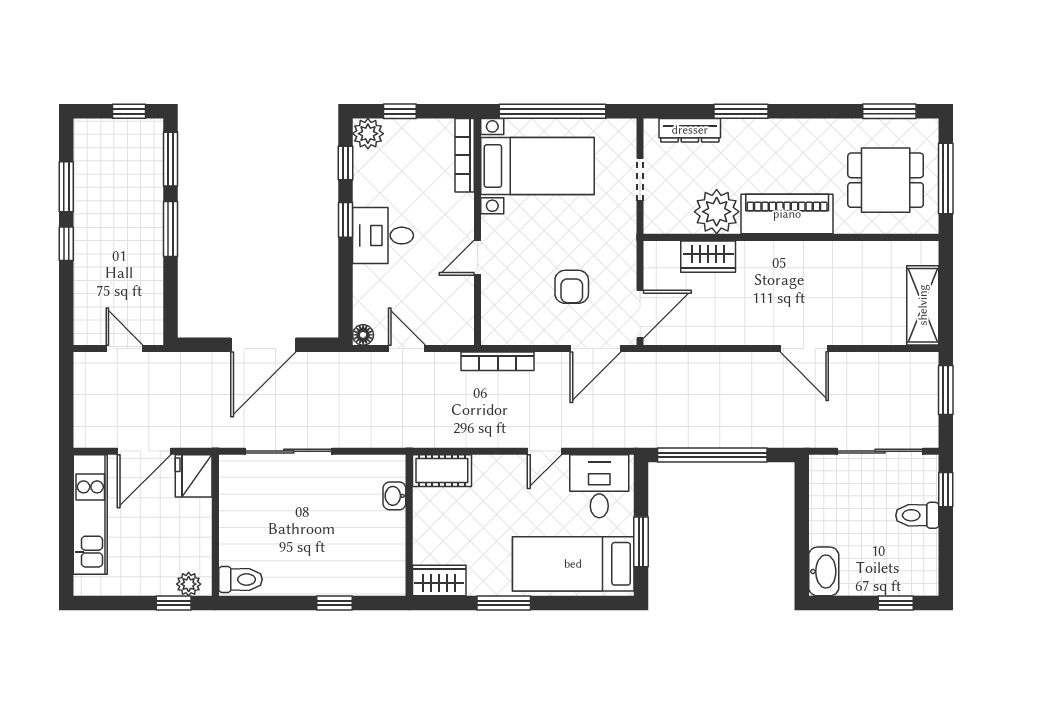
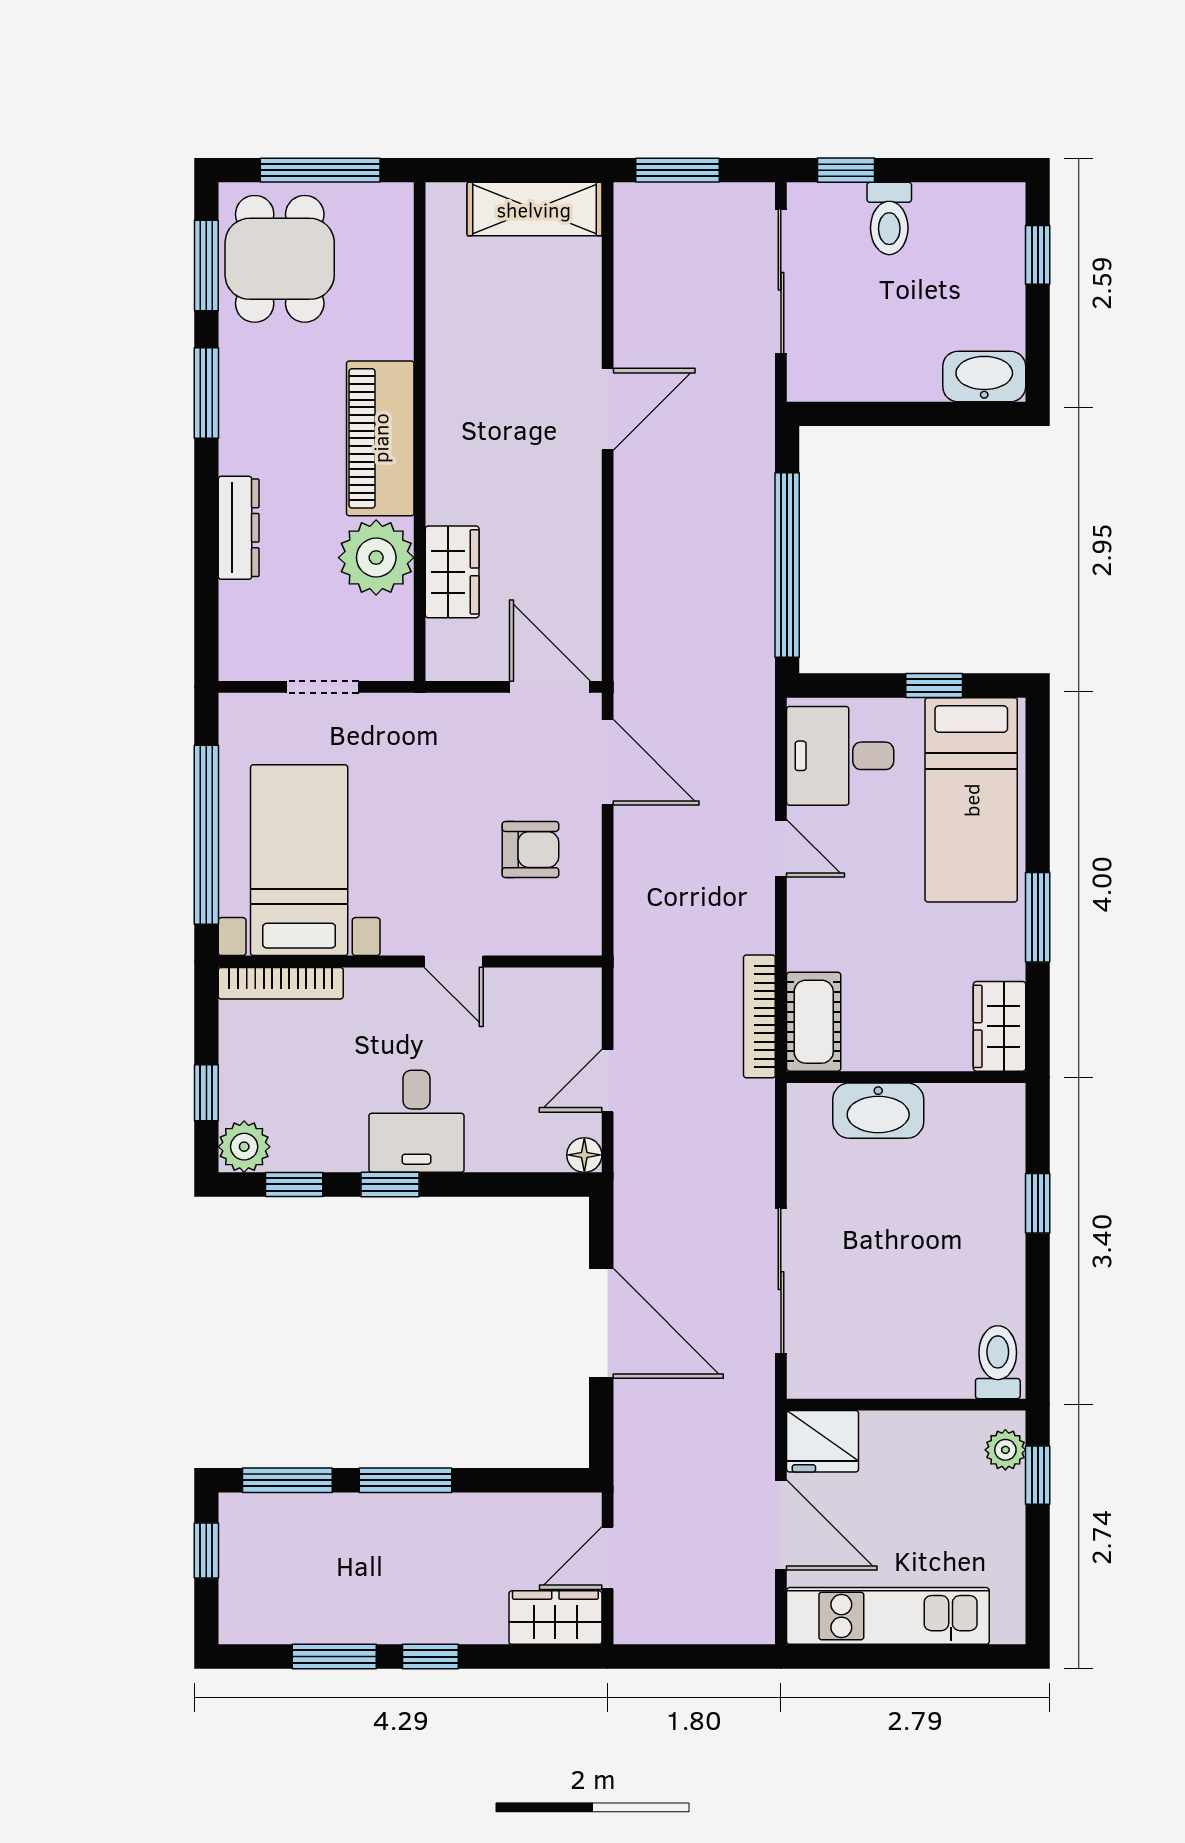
window: (741, 111) -> (206, 393), moved
dresser: (690, 130) -> (239, 528), moved
dining table: (886, 180) -> (280, 259), moved
armchair: (572, 287) -> (530, 850), moved
wardrobe: (89, 318) -> (555, 1618), added
bookcase: (498, 361) -> (759, 1016), moved, turned 180
washbasin: (394, 496) -> (878, 1111), width x1.91, depth x1.45
window: (641, 542) -> (934, 685), width x0.67

